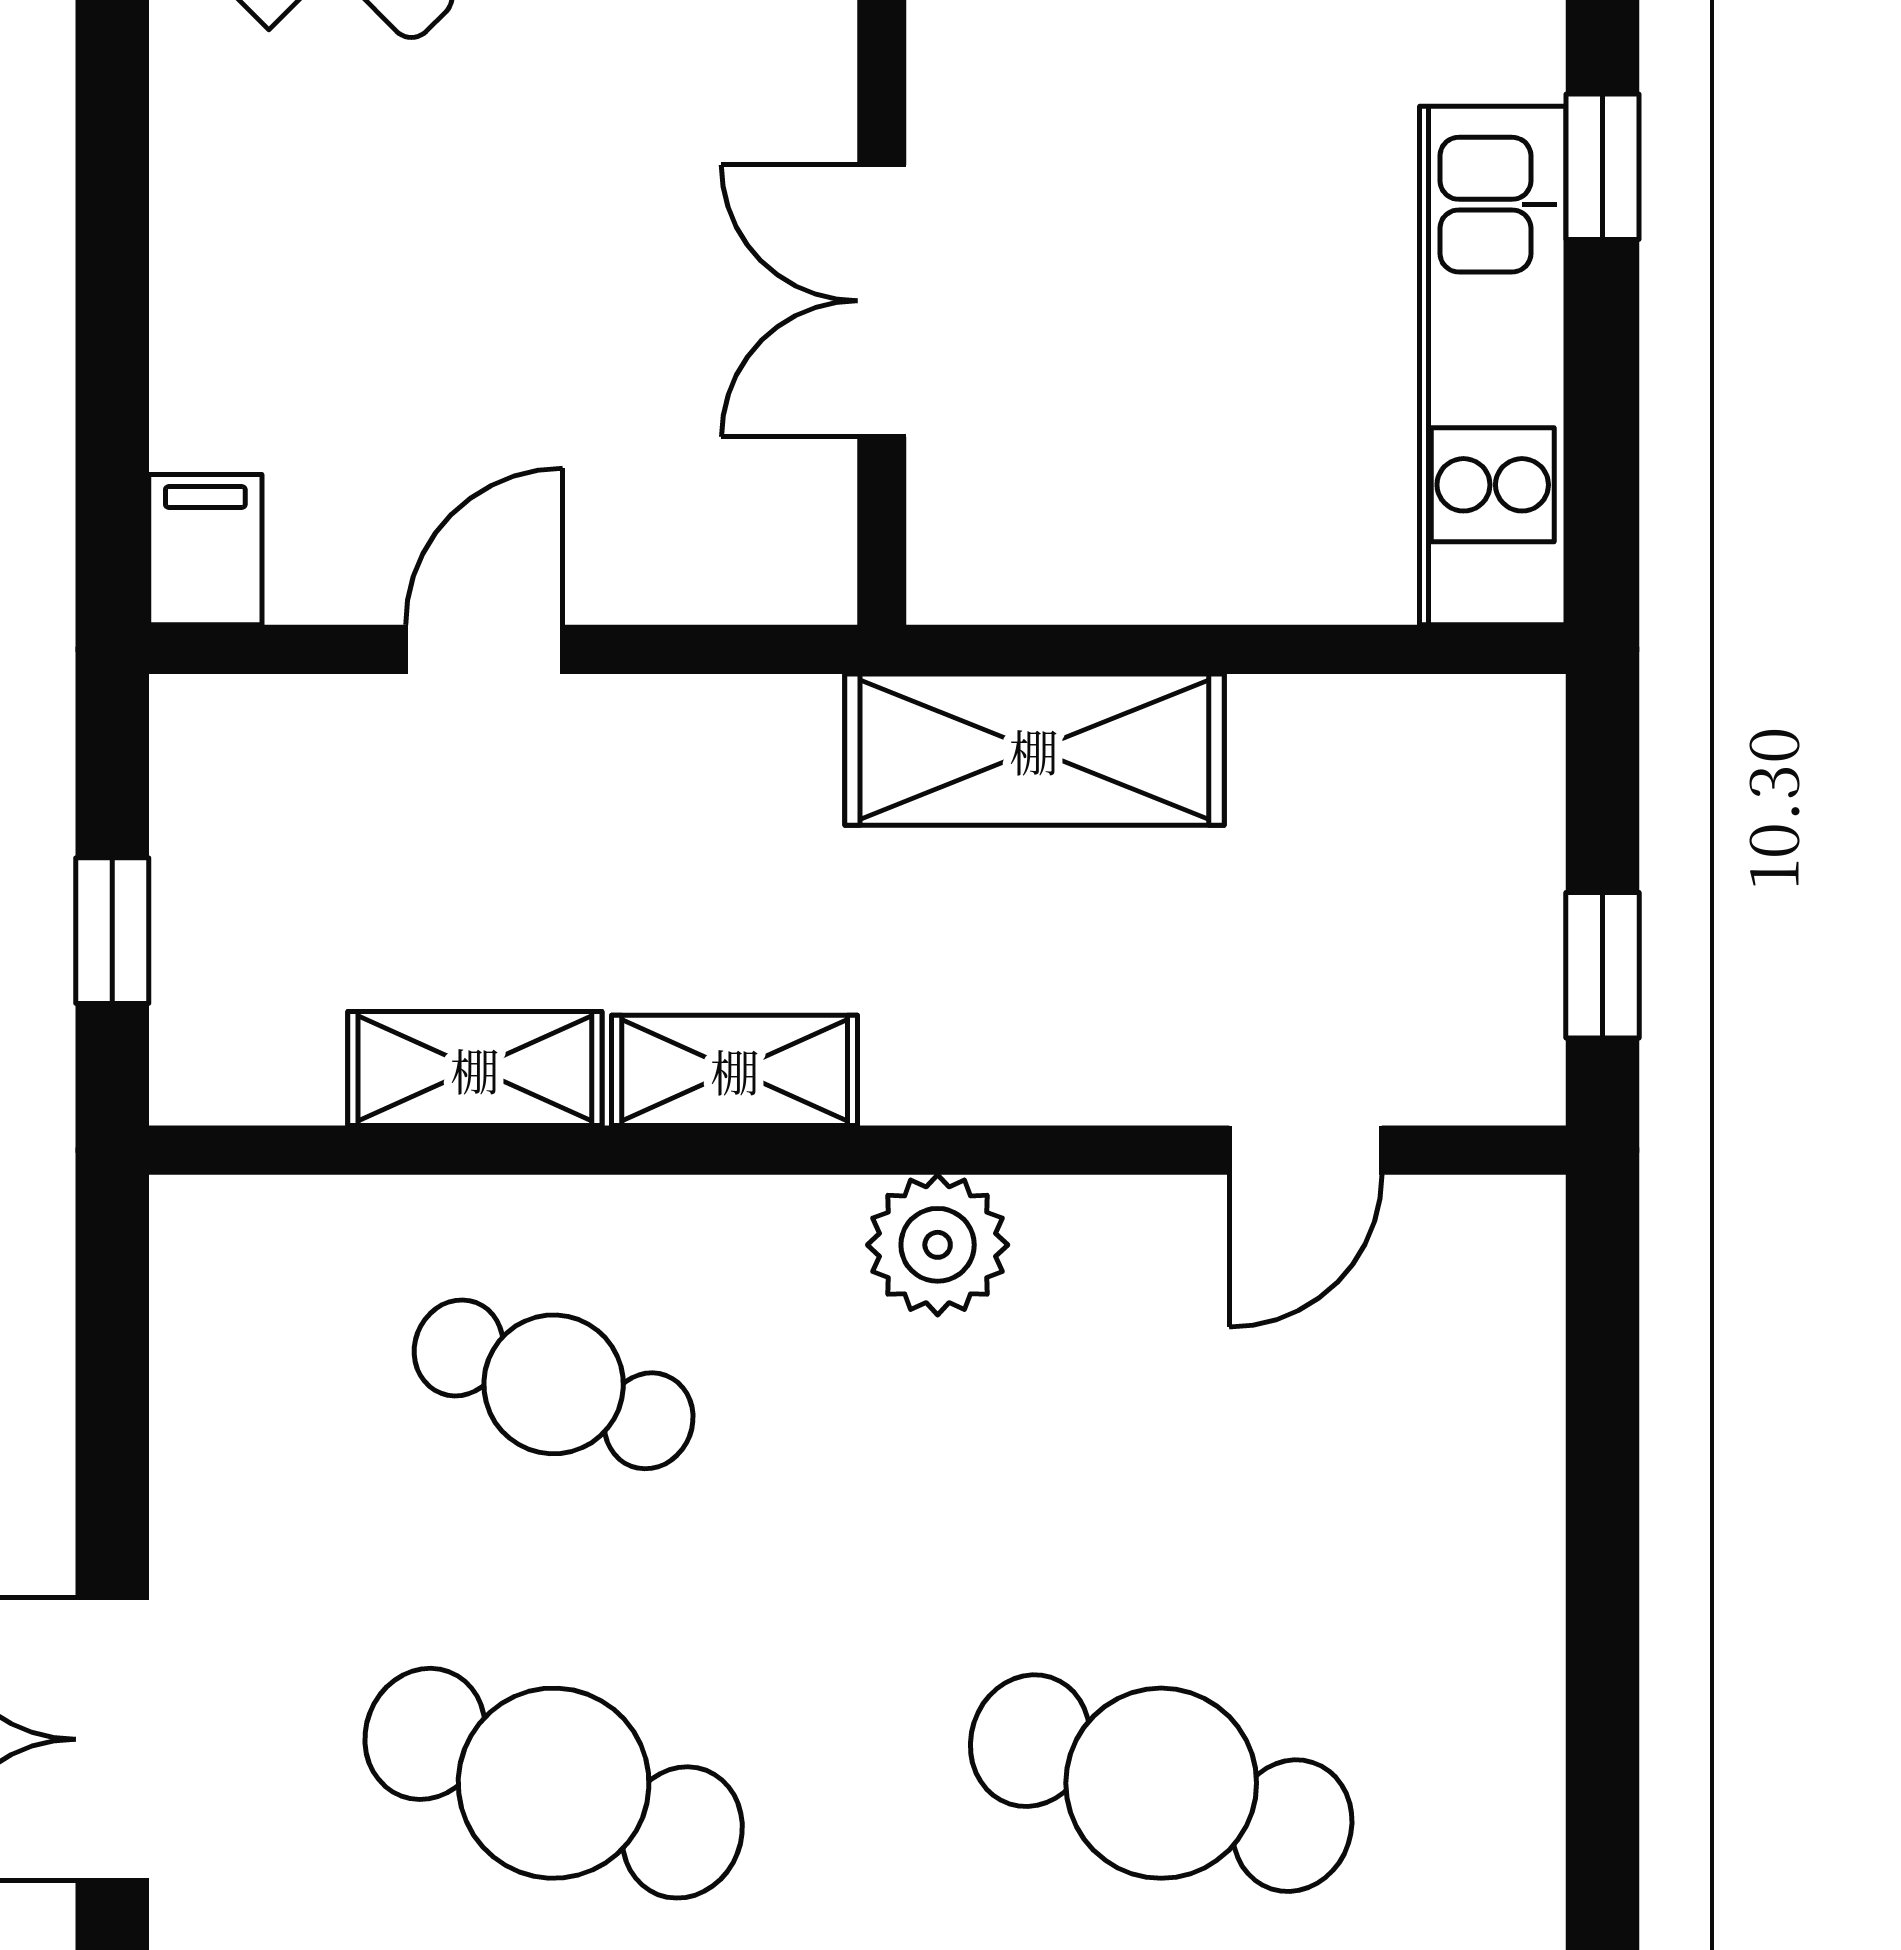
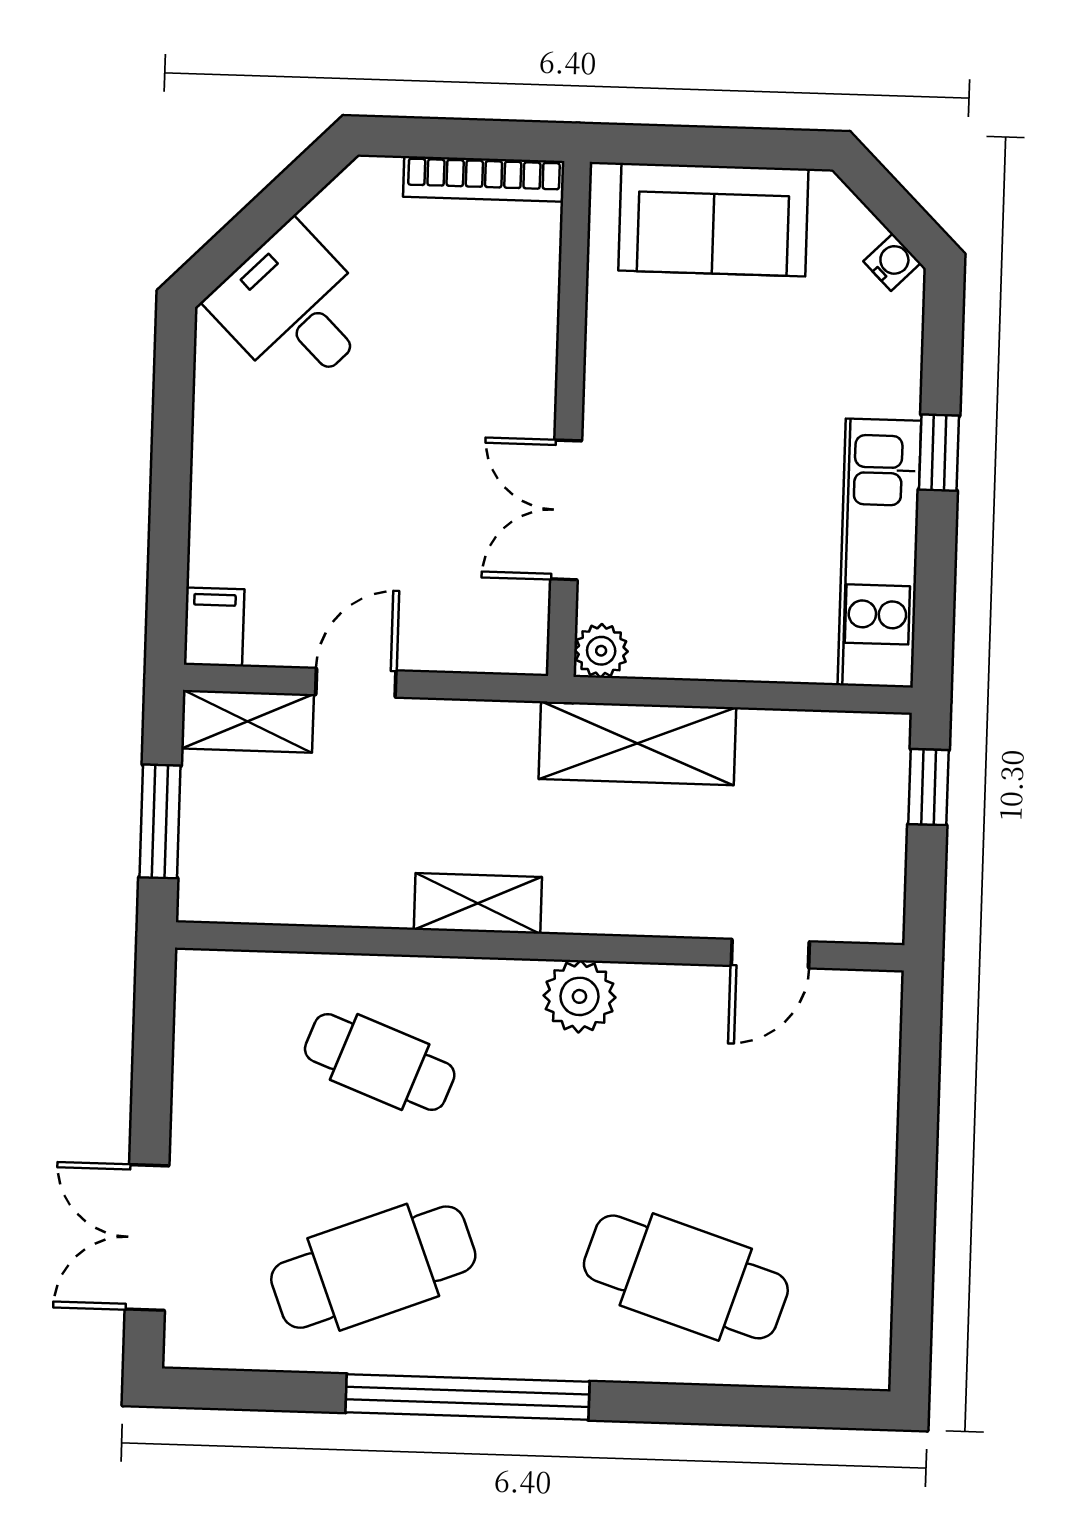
plant: (958, 572) -> (601, 651), added
window: (112, 931) -> (160, 821), width x1.50
window: (1602, 965) -> (928, 787), moved
shelving: (475, 1069) -> (247, 721), moved
cafe table: (554, 1783) -> (373, 1267), turned -42

